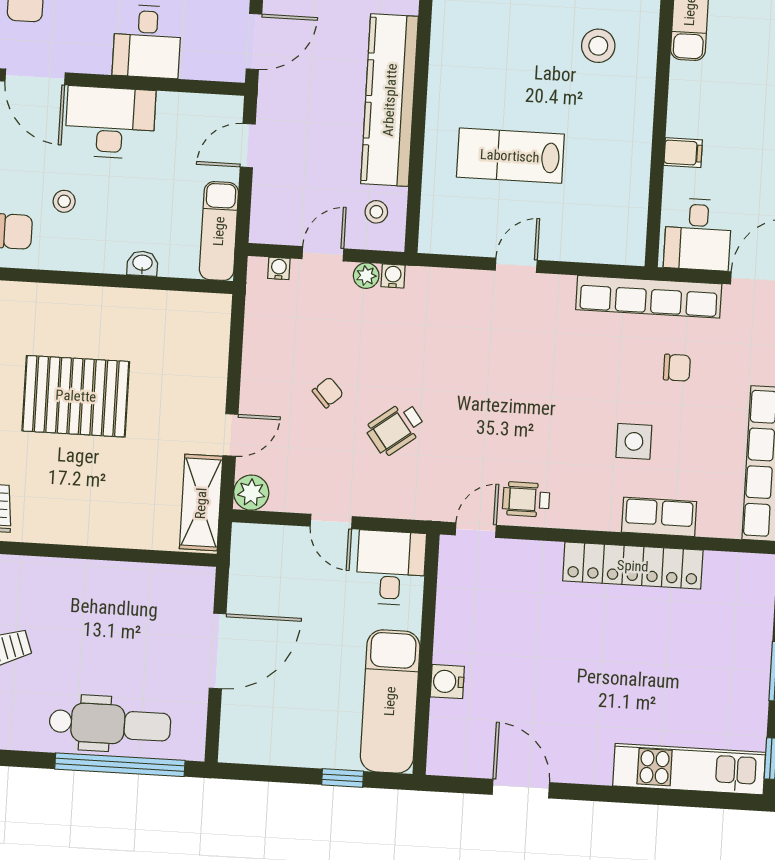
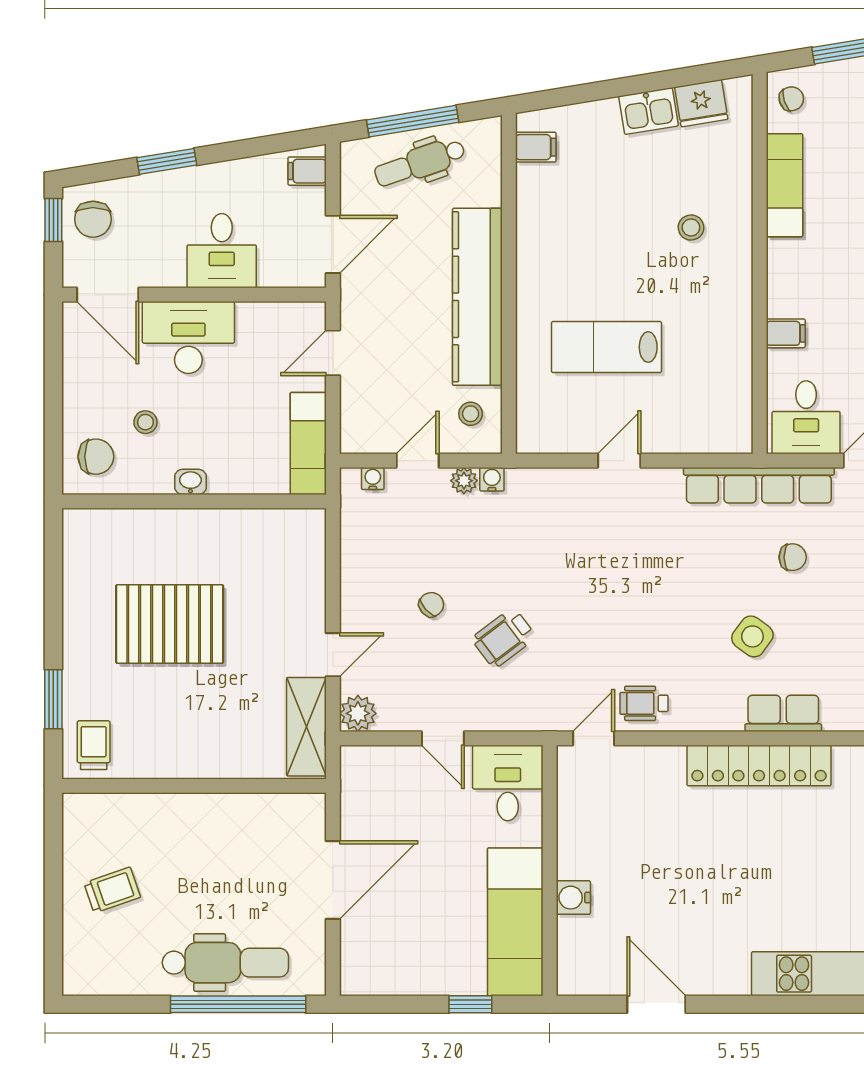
stool: (598, 46) -> (691, 227), width x0.73, depth x0.73
washbasin: (142, 263) -> (190, 482), moved
side table: (634, 441) -> (752, 636), turned 36

